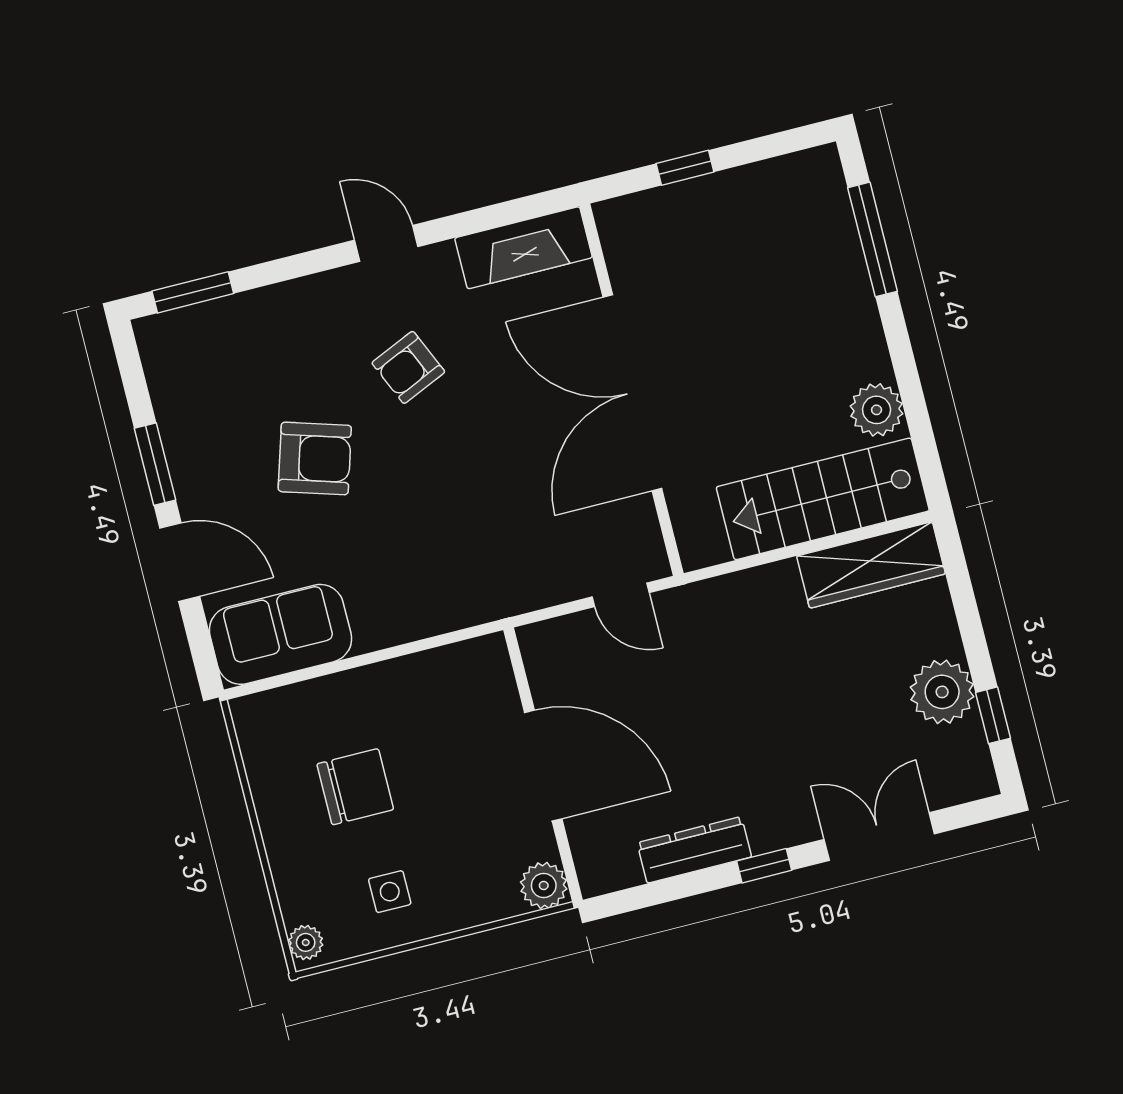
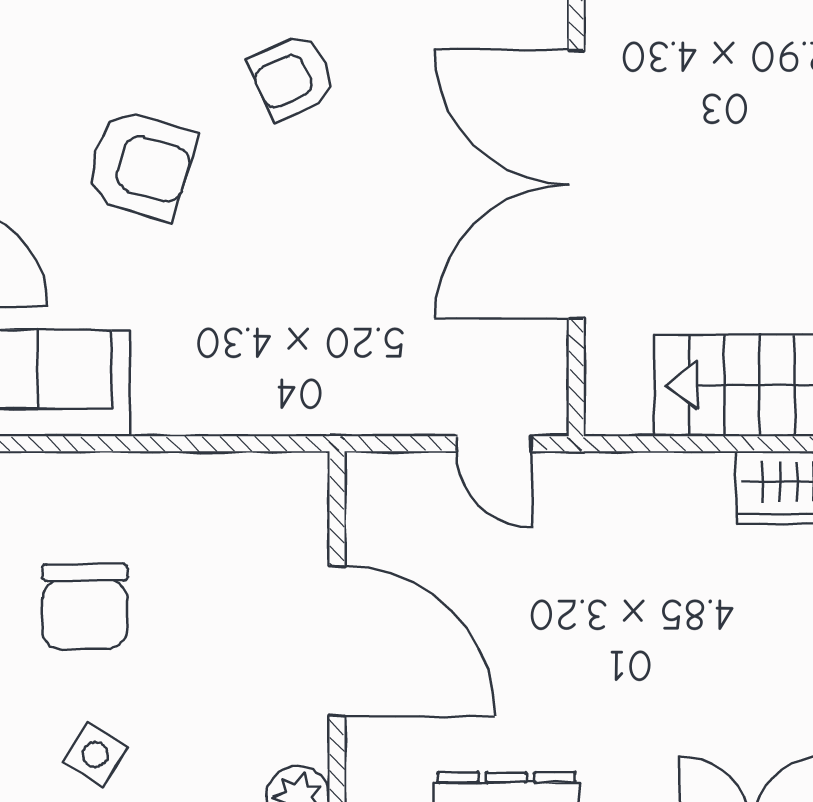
chair: (355, 787) -> (85, 606), turned 90
side table: (390, 892) -> (95, 755), turned 32

